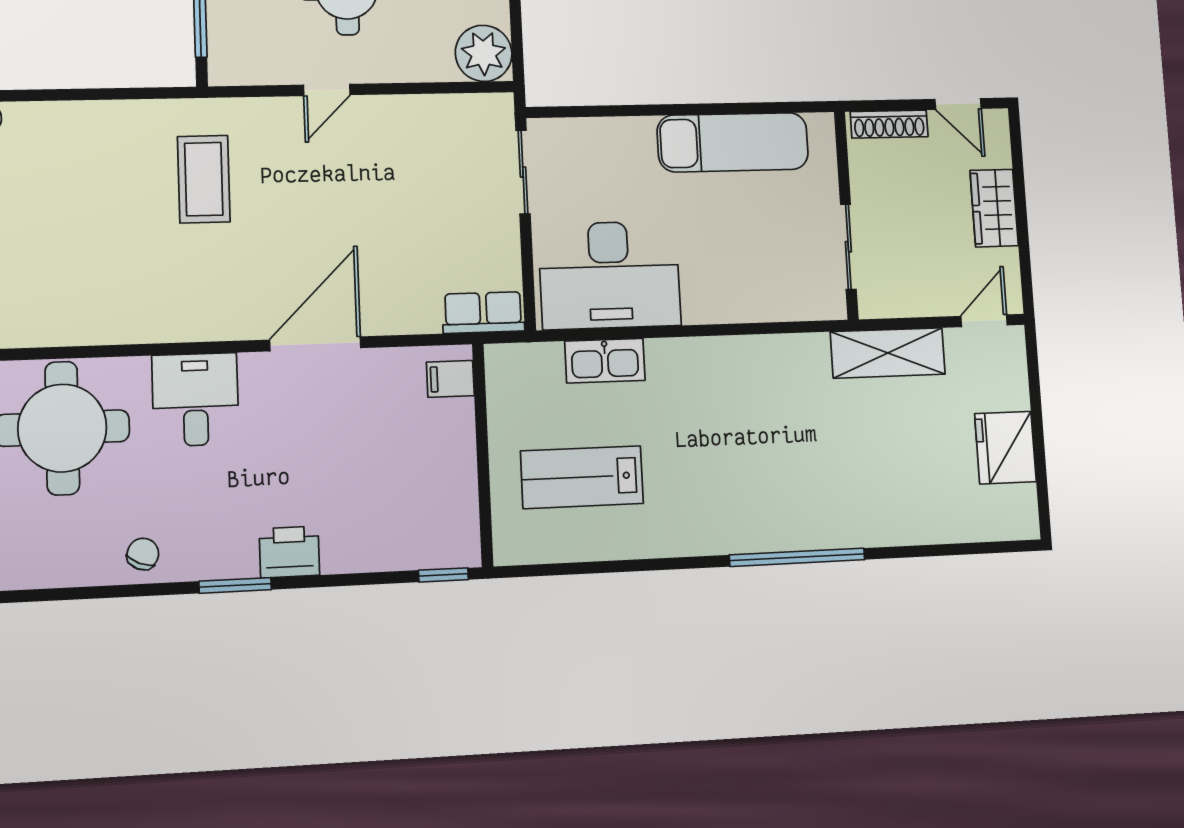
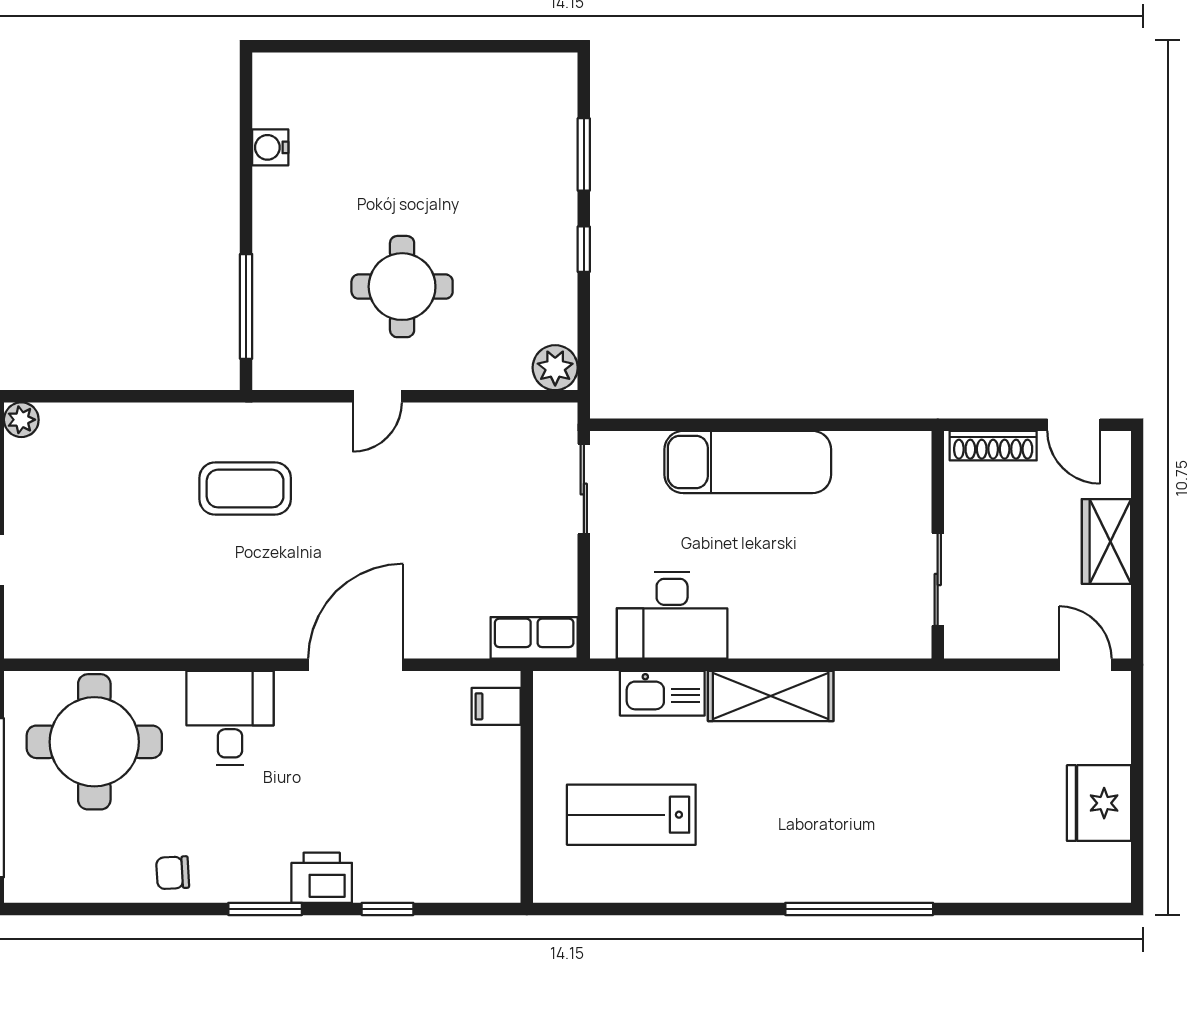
plant: (484, 53) -> (555, 368), width x0.73, depth x0.73
exam couch: (733, 142) -> (748, 462), moved
coffee table: (204, 179) -> (245, 489), turned 90
desk: (610, 275) -> (672, 615), width x0.73, depth x0.77
door: (984, 321) -> (1085, 665), hinge flipped
shelving: (888, 353) -> (771, 696), moved
chair: (143, 554) -> (173, 873), turned -116
window: (443, 575) -> (387, 909), moved

